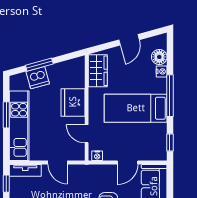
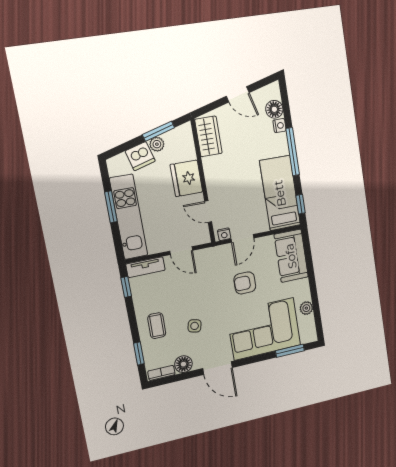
door: (129, 40) -> (238, 94), hinge flipped
window: (39, 65) -> (159, 131), moved
plant: (53, 70) -> (157, 144), added
bed: (136, 108) -> (280, 193), moved, turned 90
door: (128, 162) -> (242, 238), moved

